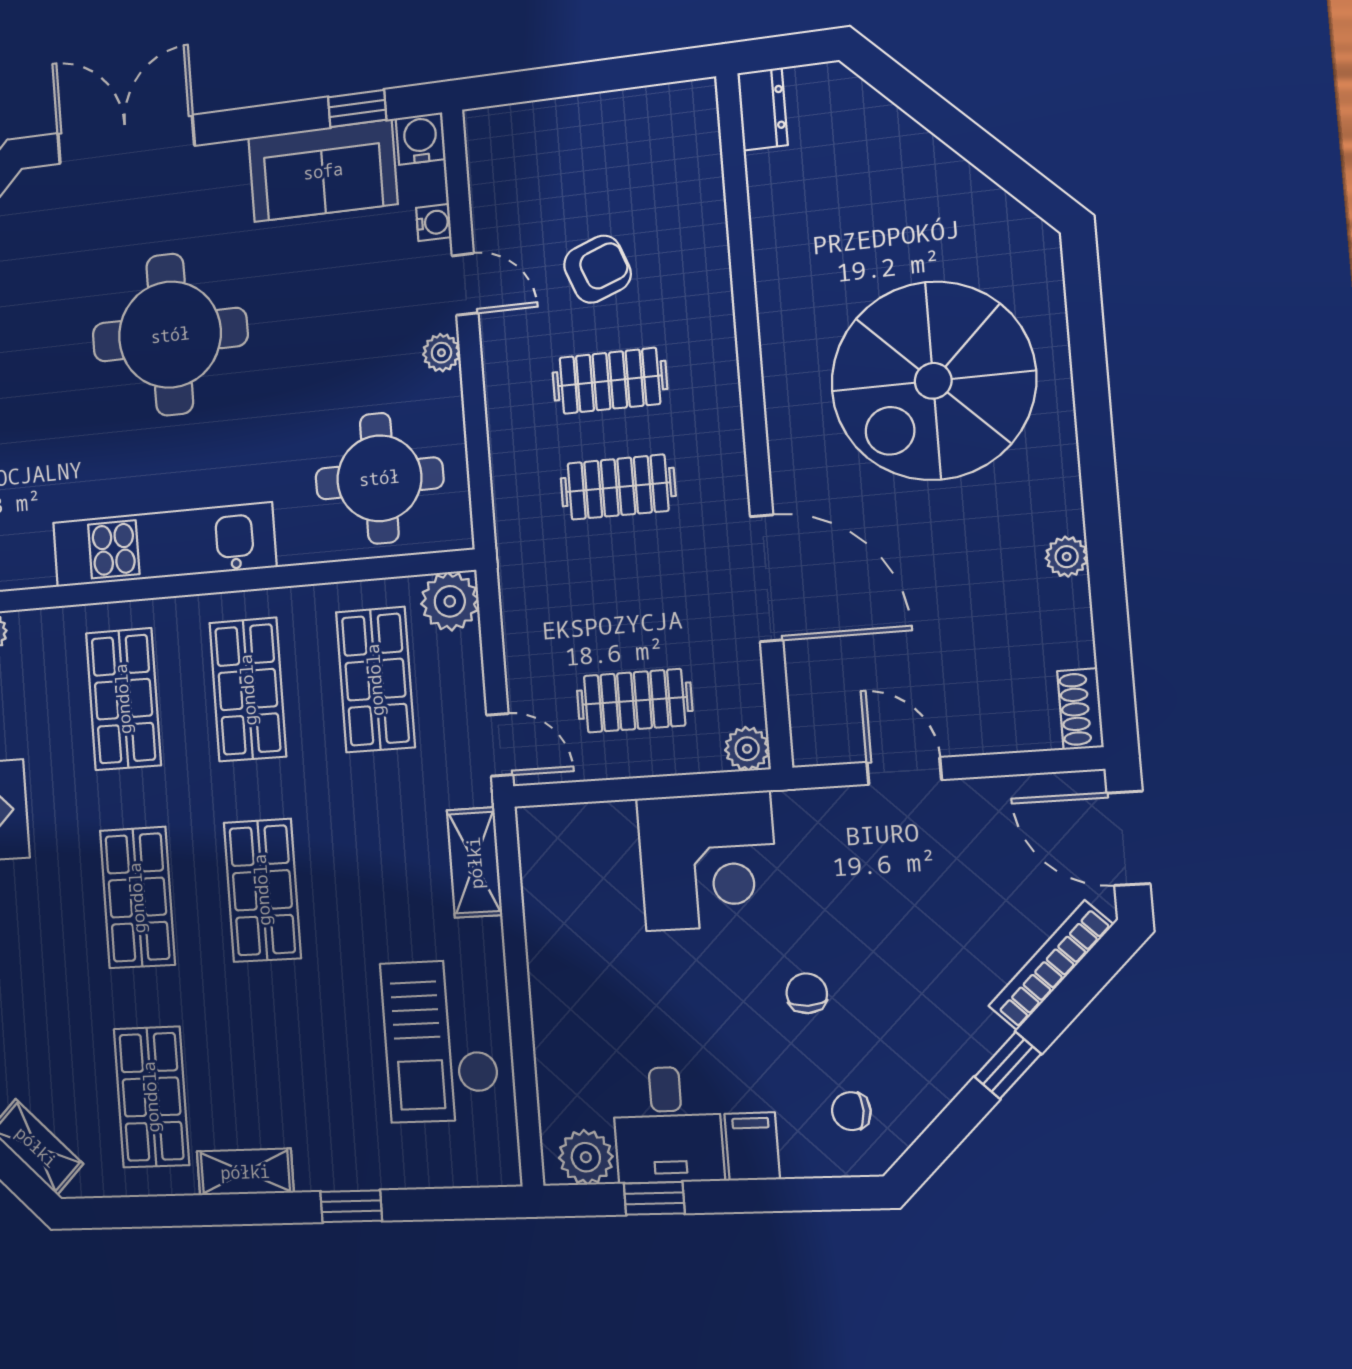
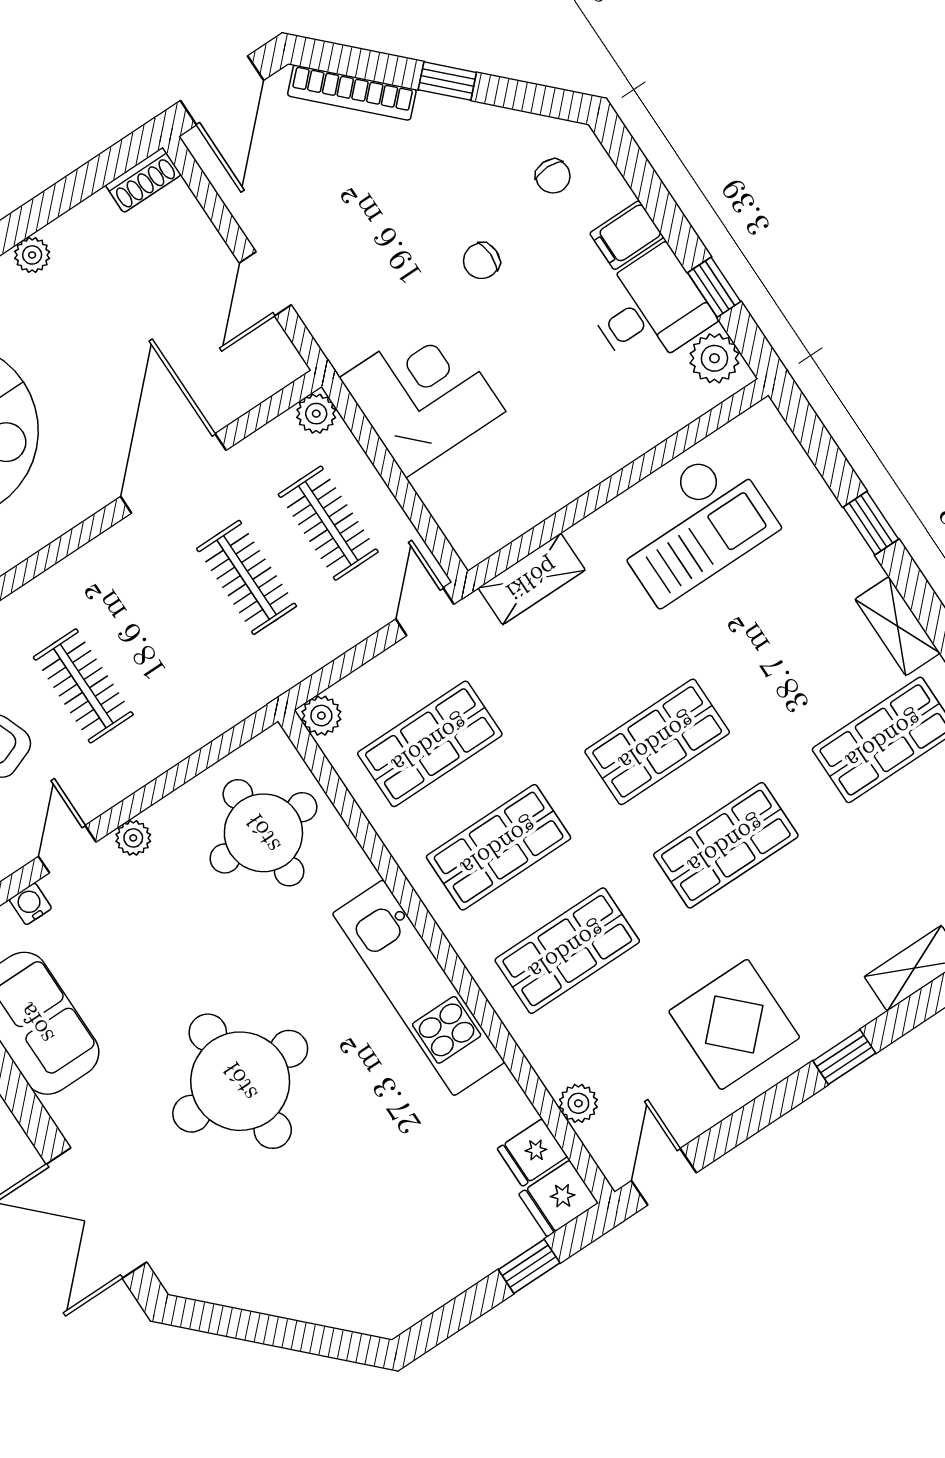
clothes rail: (618, 487) -> (247, 577), moved
plant: (450, 601) -> (321, 716), width x0.73, depth x0.73

